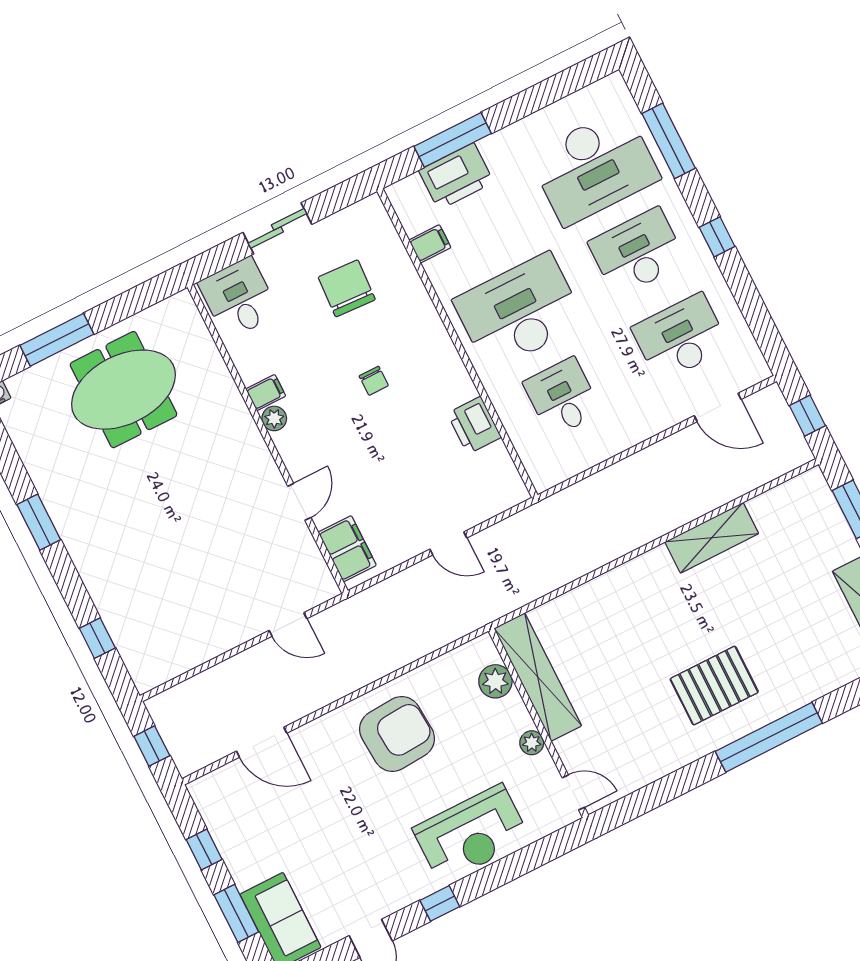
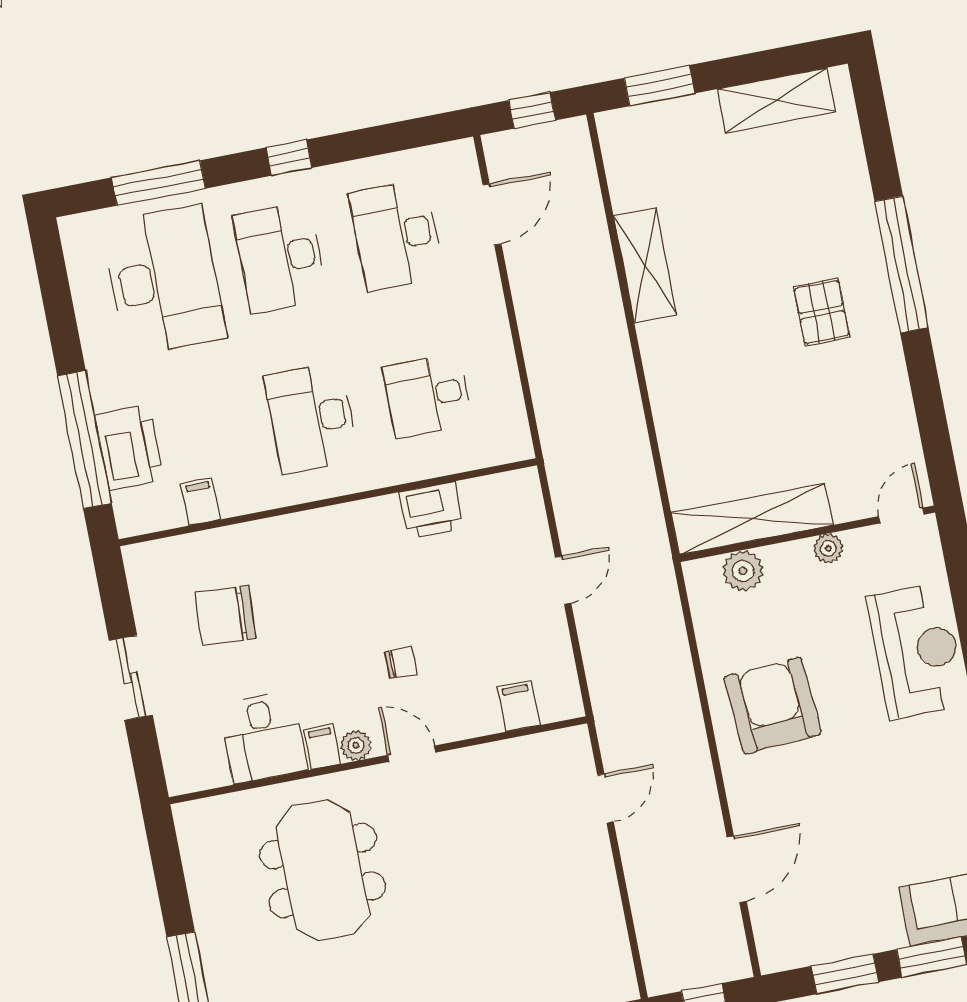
window: (453, 140) -> (84, 439), width x1.46
desk: (239, 298) -> (263, 737), moved, turned -90
desk: (519, 312) -> (311, 418), width x0.73, depth x0.77
chair: (374, 381) -> (401, 663), moved
meeting table: (123, 390) -> (323, 870), moved
door: (299, 502) -> (412, 754), moved
filing cabinet: (347, 549) -> (518, 706), width x0.50
pallet: (714, 685) -> (822, 312), width x0.67, depth x0.71
window: (204, 850) -> (845, 974), width x1.50

